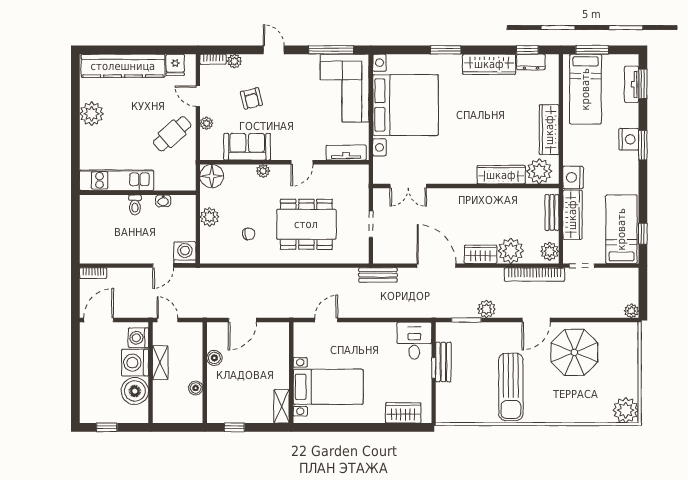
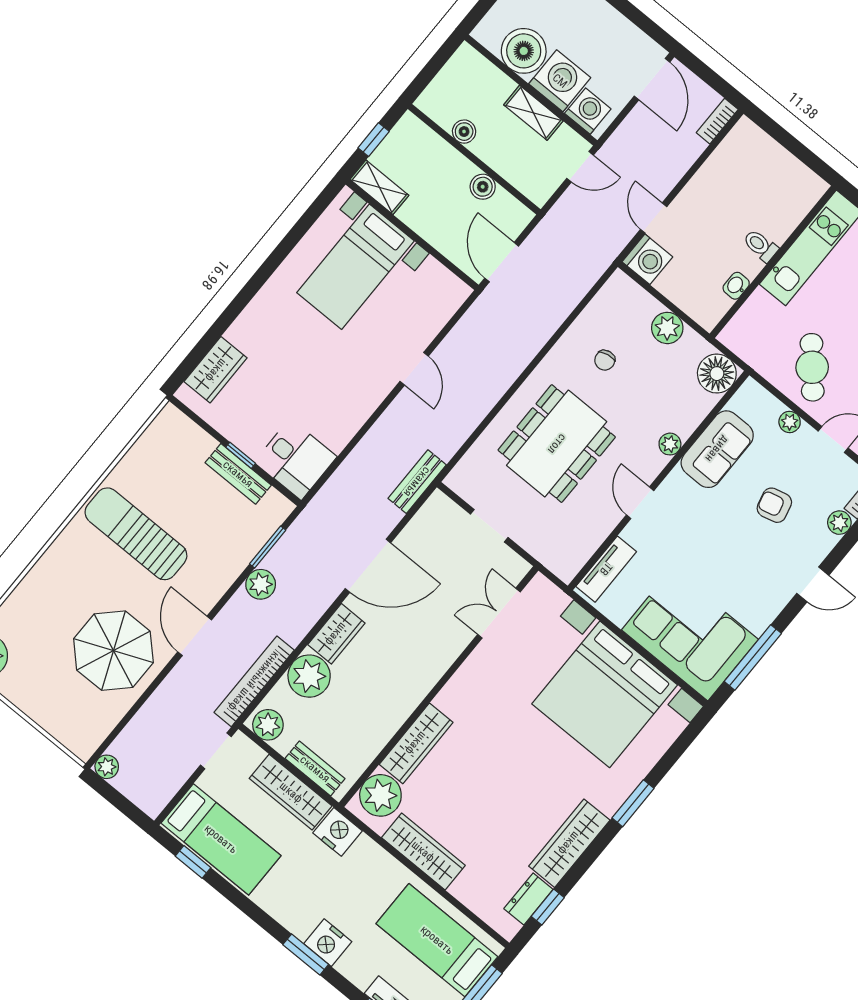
wall: (291, 373) -> (412, 235), moved
bed with nightstands: (328, 387) -> (355, 267), moved
shelving: (282, 406) -> (379, 187), moved

